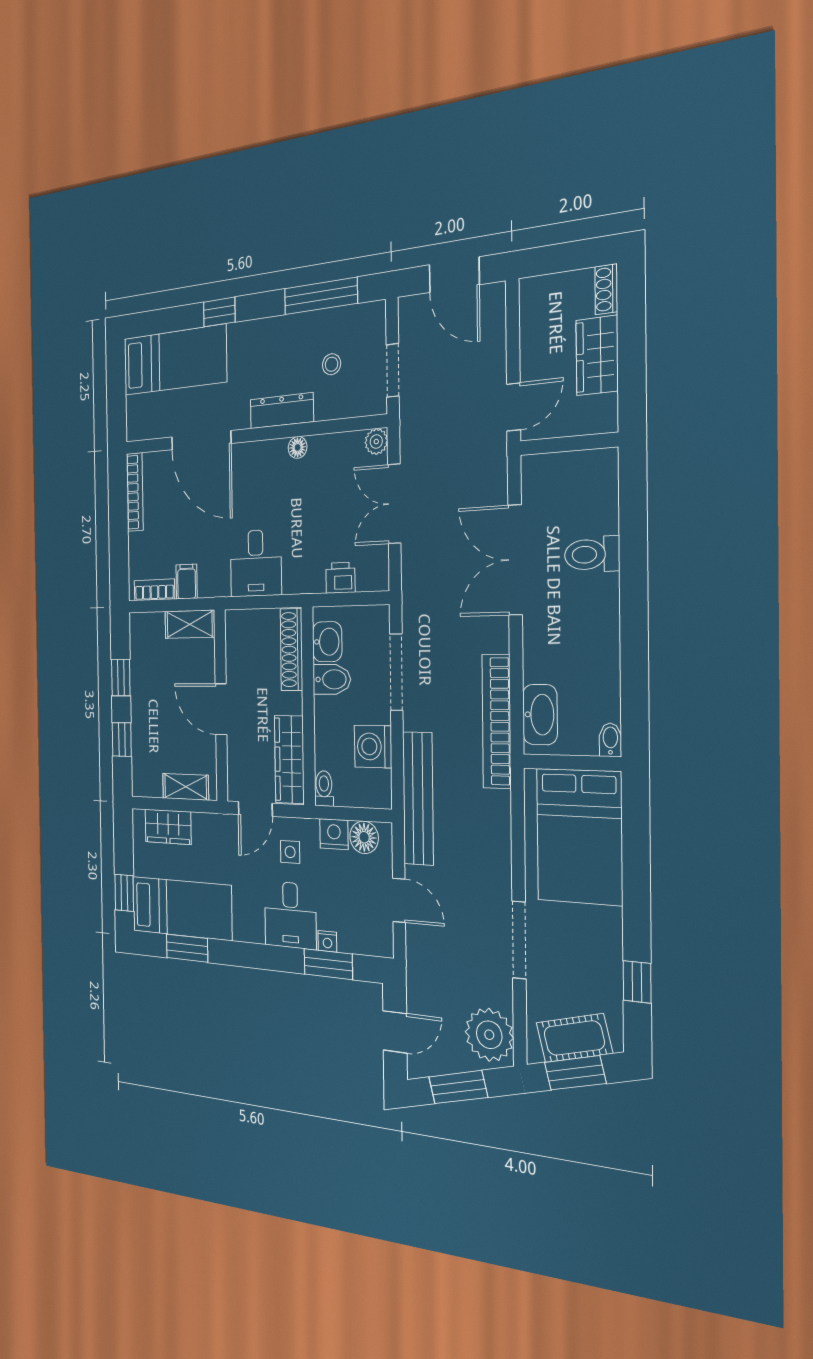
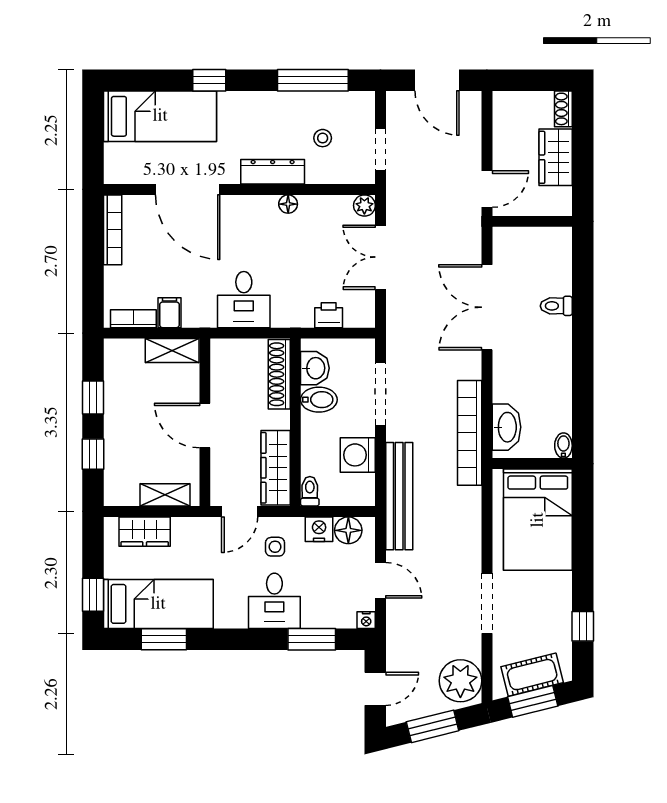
toilet: (592, 554) -> (556, 306), width x0.73, depth x0.72
nightstand: (327, 941) -> (366, 620), moved

